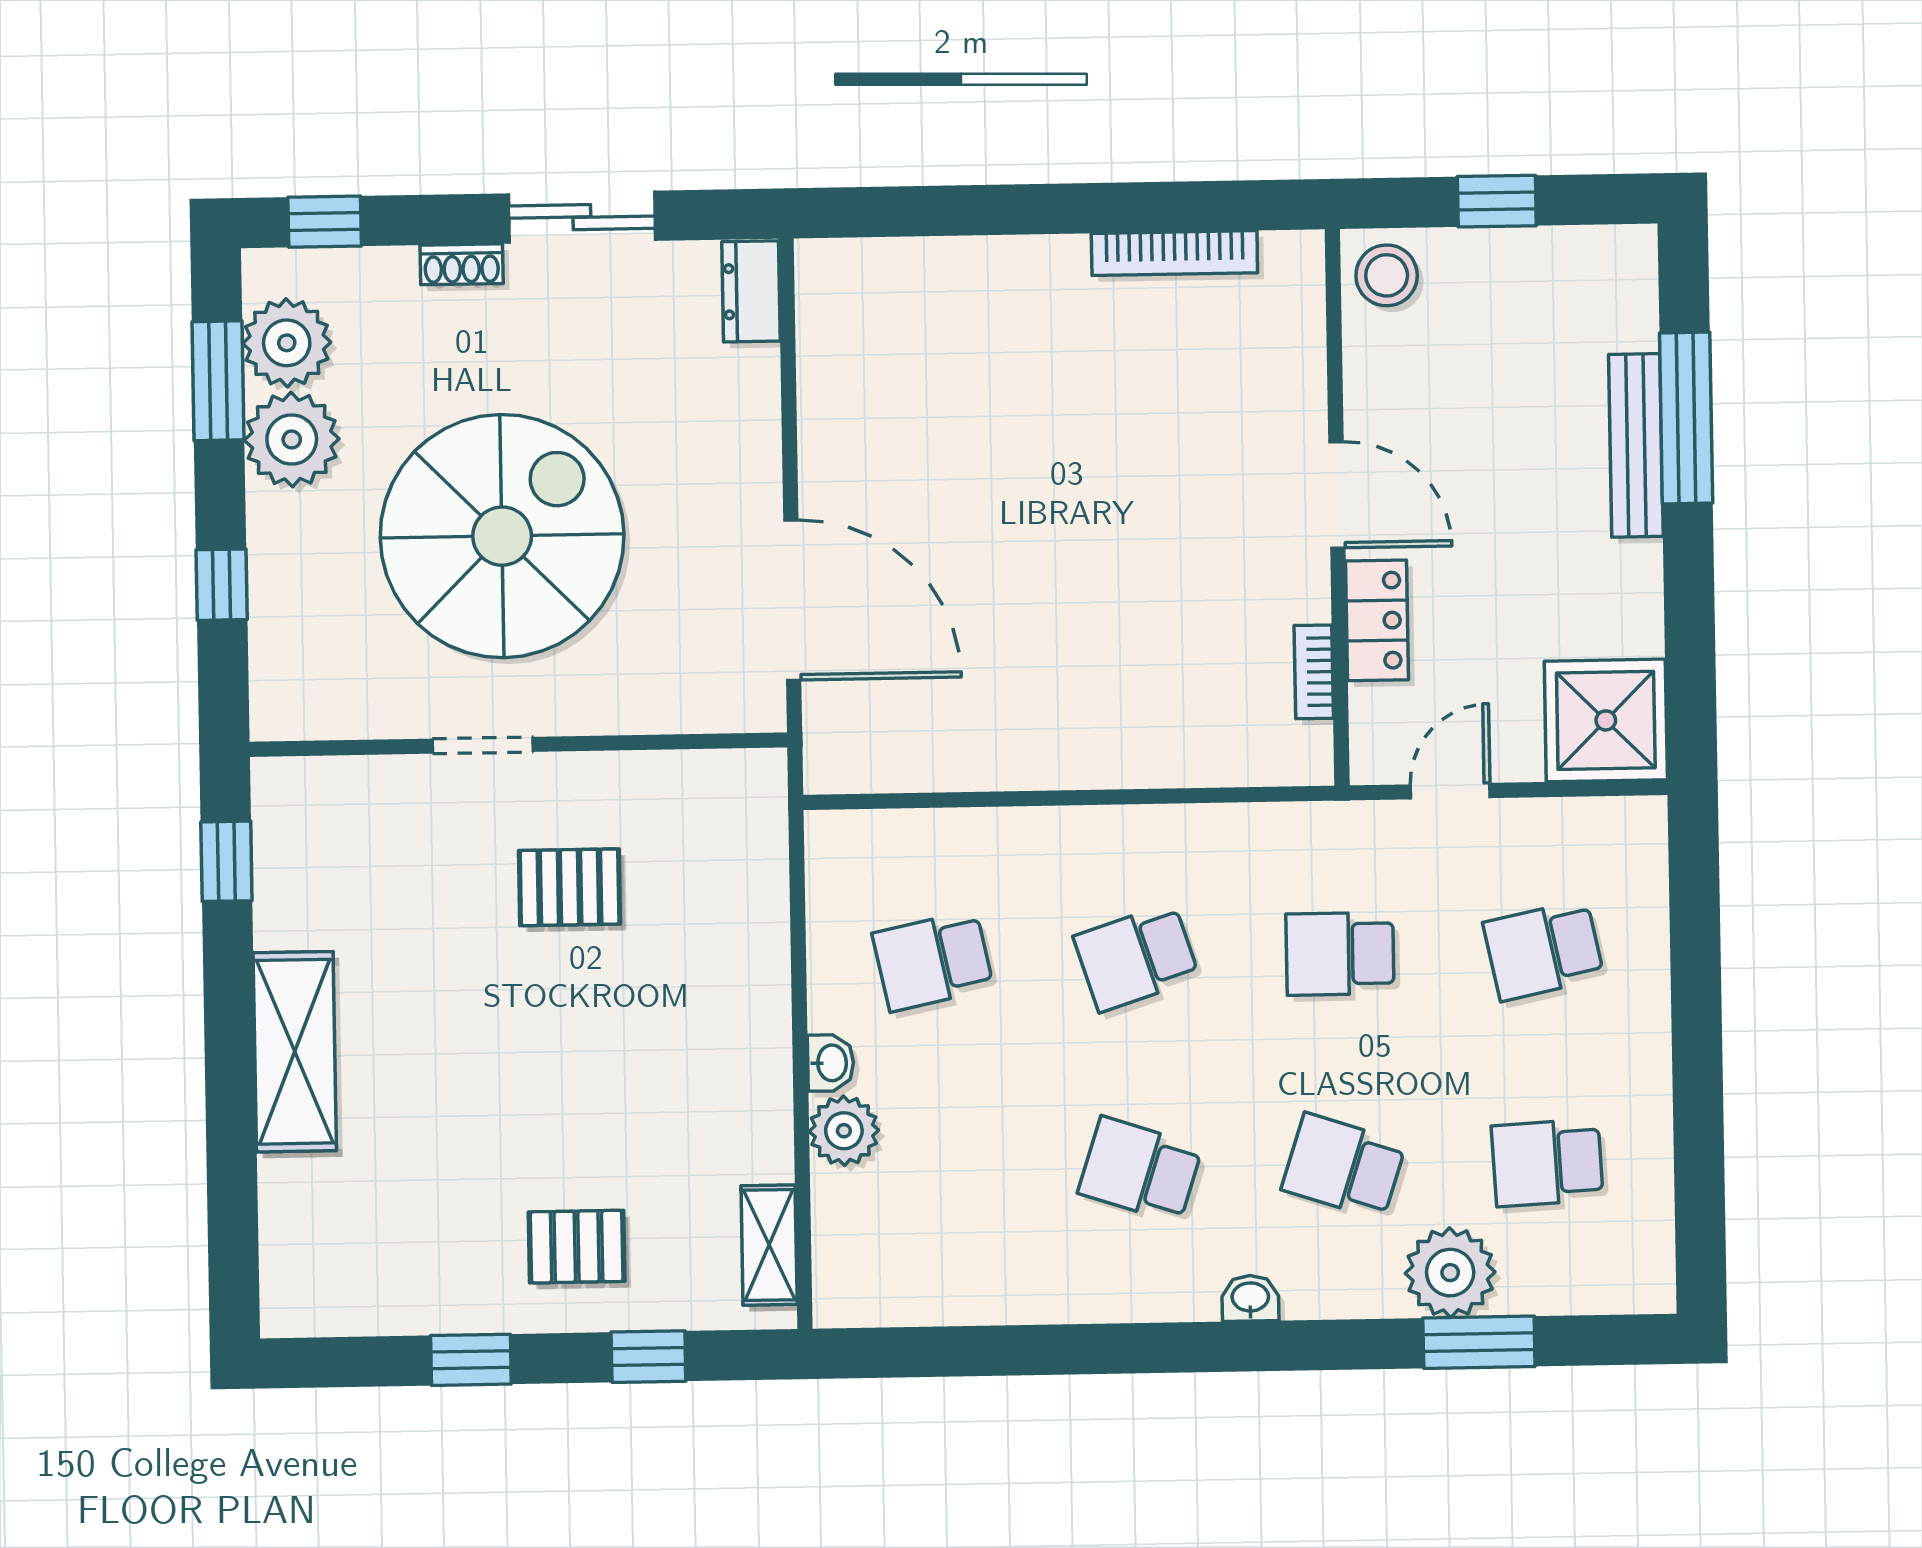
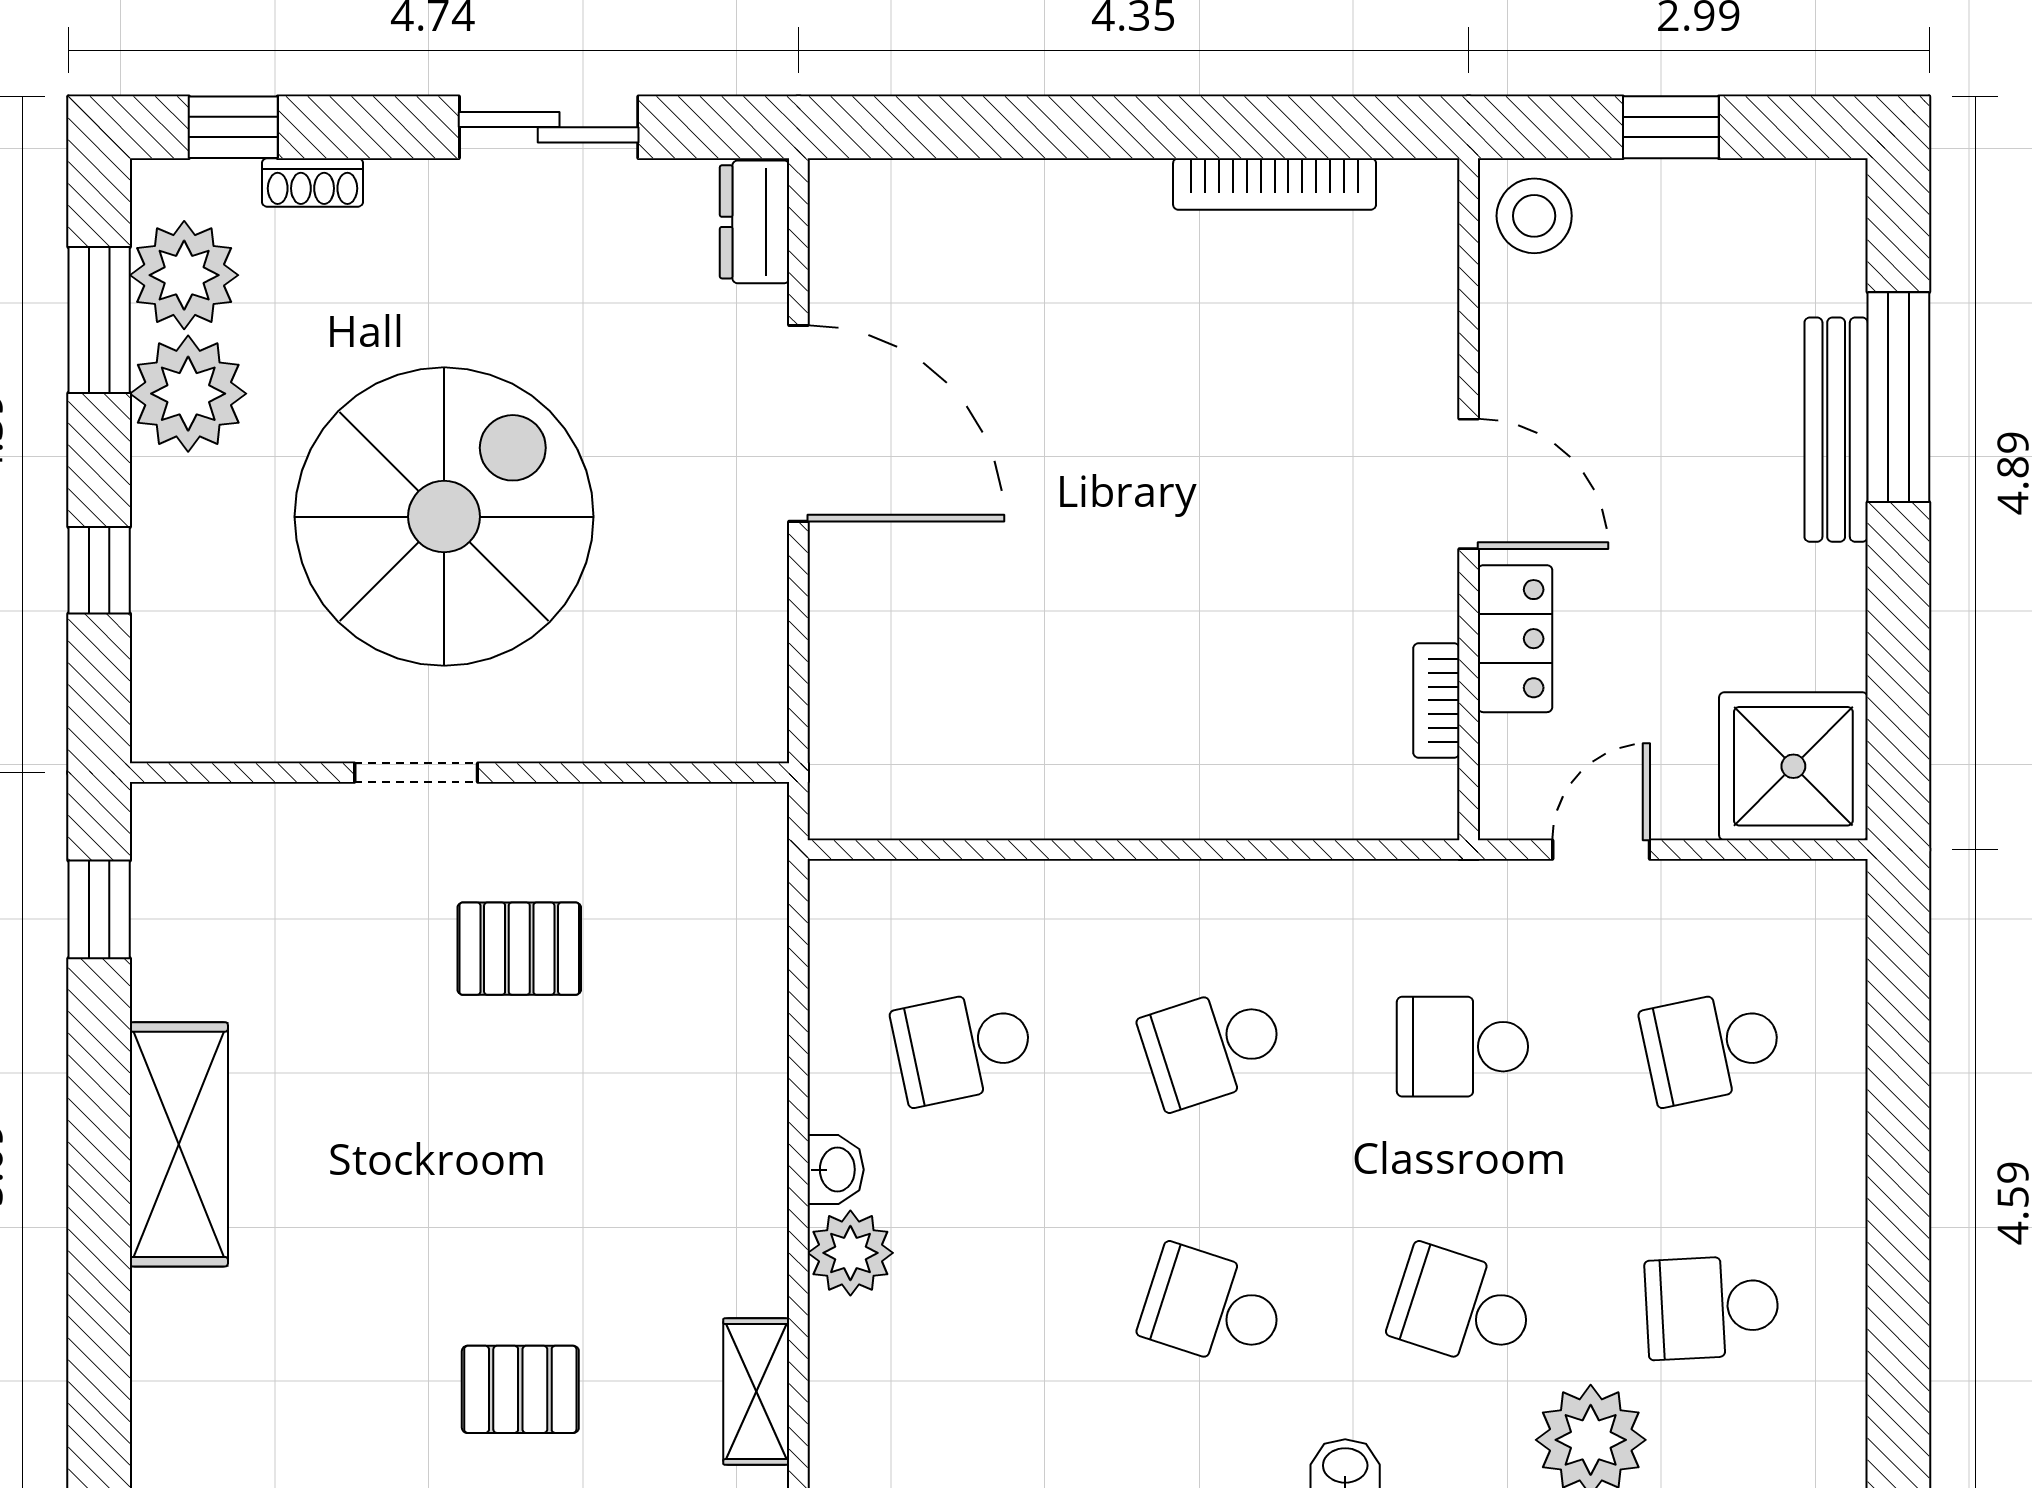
shoe rack: (462, 264) -> (313, 183), moved
door: (792, 600) -> (798, 423), moved

